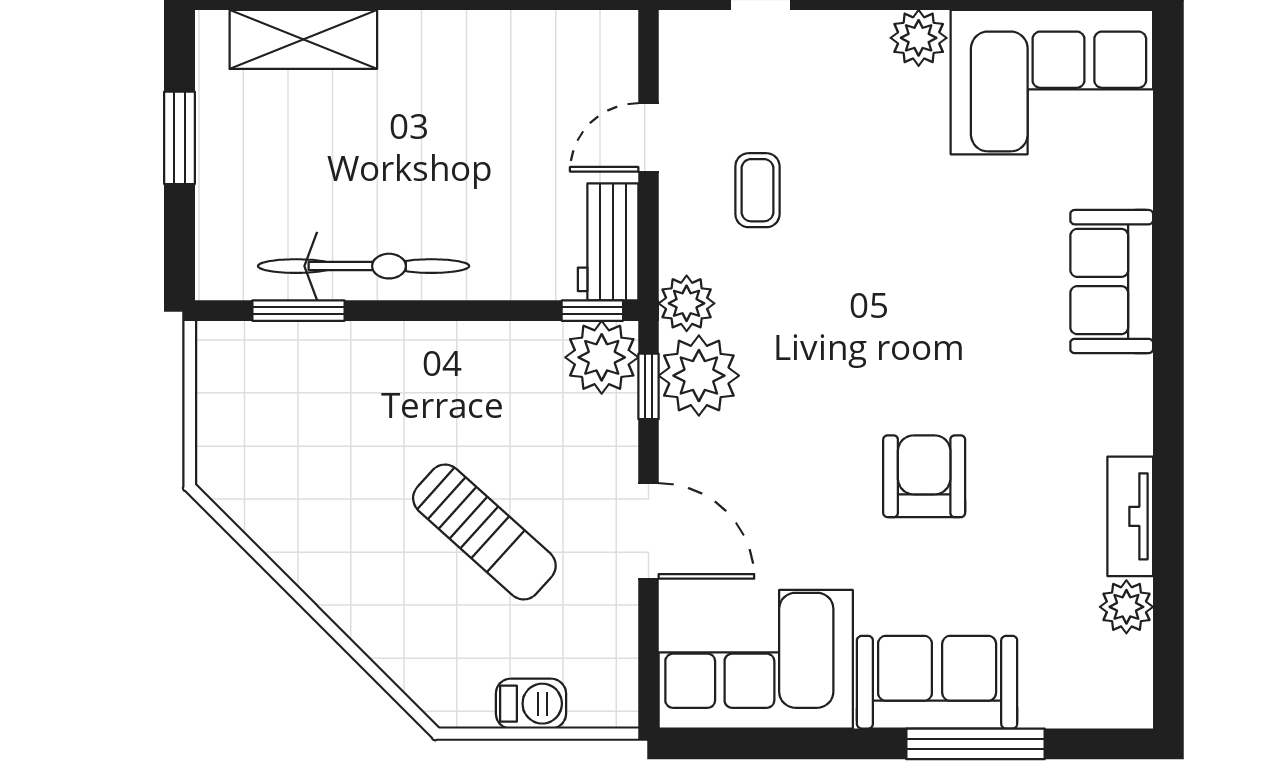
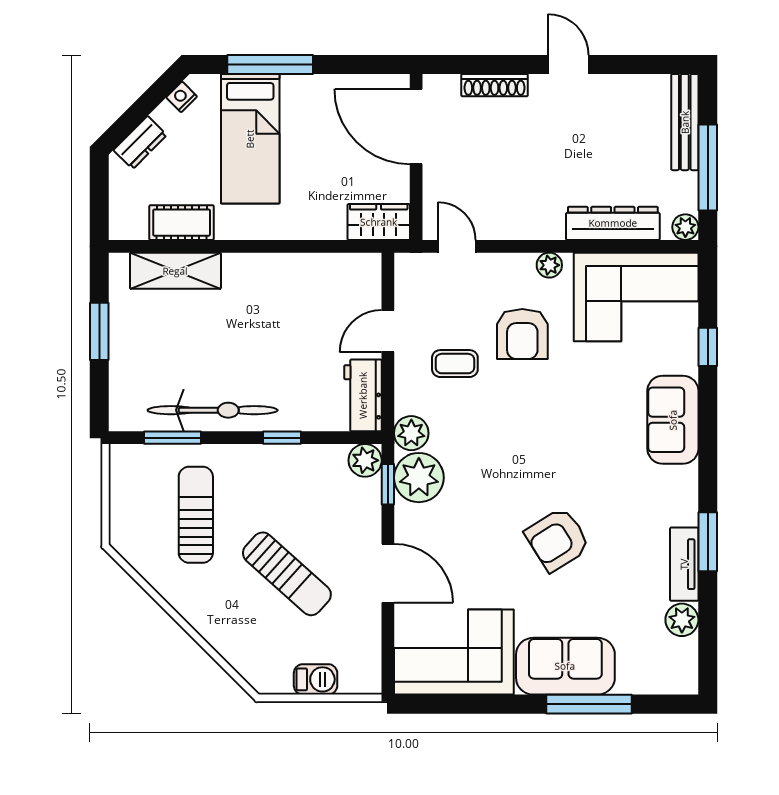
plant: (919, 38) -> (549, 265), width x0.73, depth x0.73
armchair: (867, 142) -> (522, 334), added
window: (1168, 163) -> (708, 347), added
coffee table: (757, 190) -> (455, 364), turned 90
window: (592, 311) -> (282, 438), moved
plant: (602, 357) -> (365, 460), width x0.73, depth x0.73
sun lounger: (336, 436) -> (196, 515), added
armchair: (924, 476) -> (557, 540), turned -122
window: (1168, 480) -> (708, 542), added

